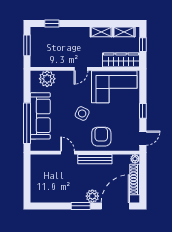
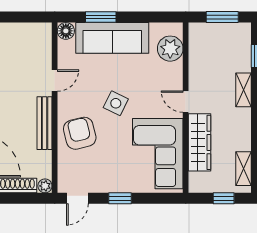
shelving: (101, 32) -> (243, 90), moved
wardrobe: (121, 60) -> (199, 142), moved
window: (27, 123) -> (101, 17), width x0.47
armchair: (101, 137) -> (80, 133), turned -104
door: (143, 138) -> (77, 198), hinge flipped
floor lamp: (36, 145) -> (66, 31), added

